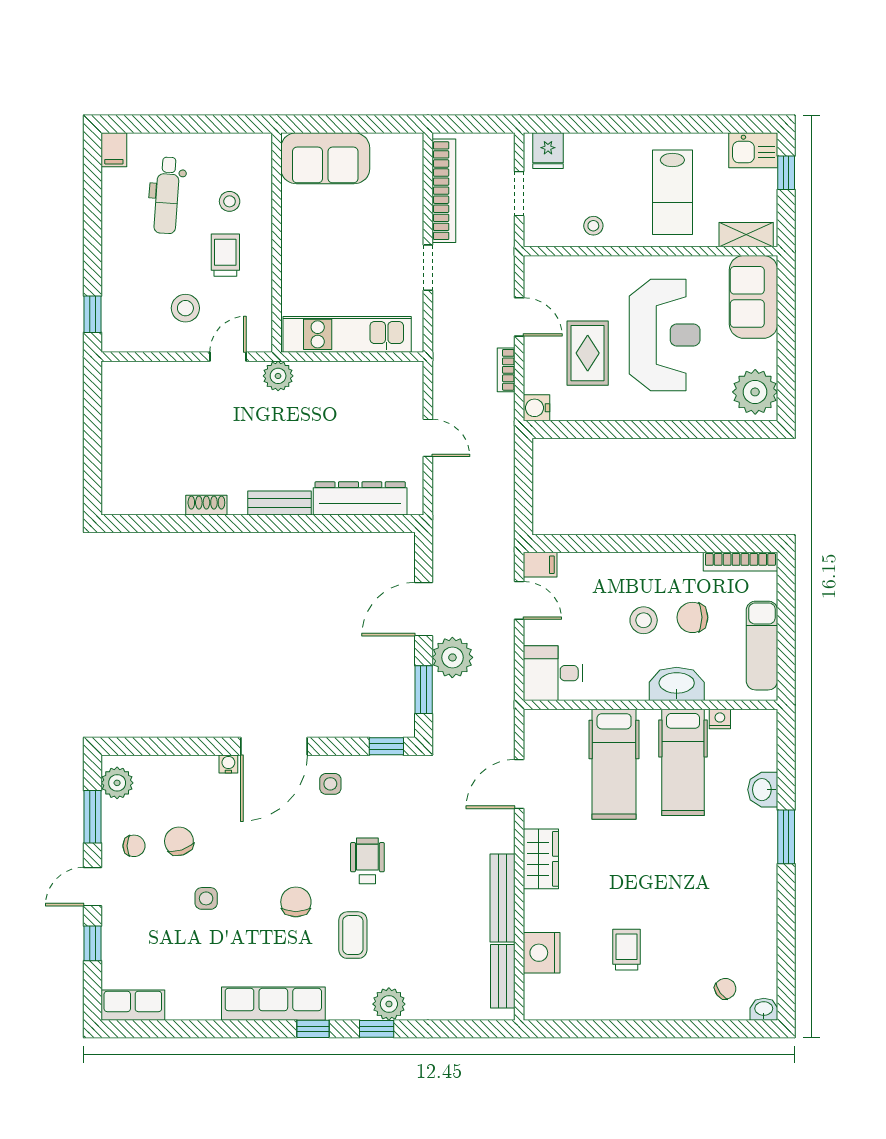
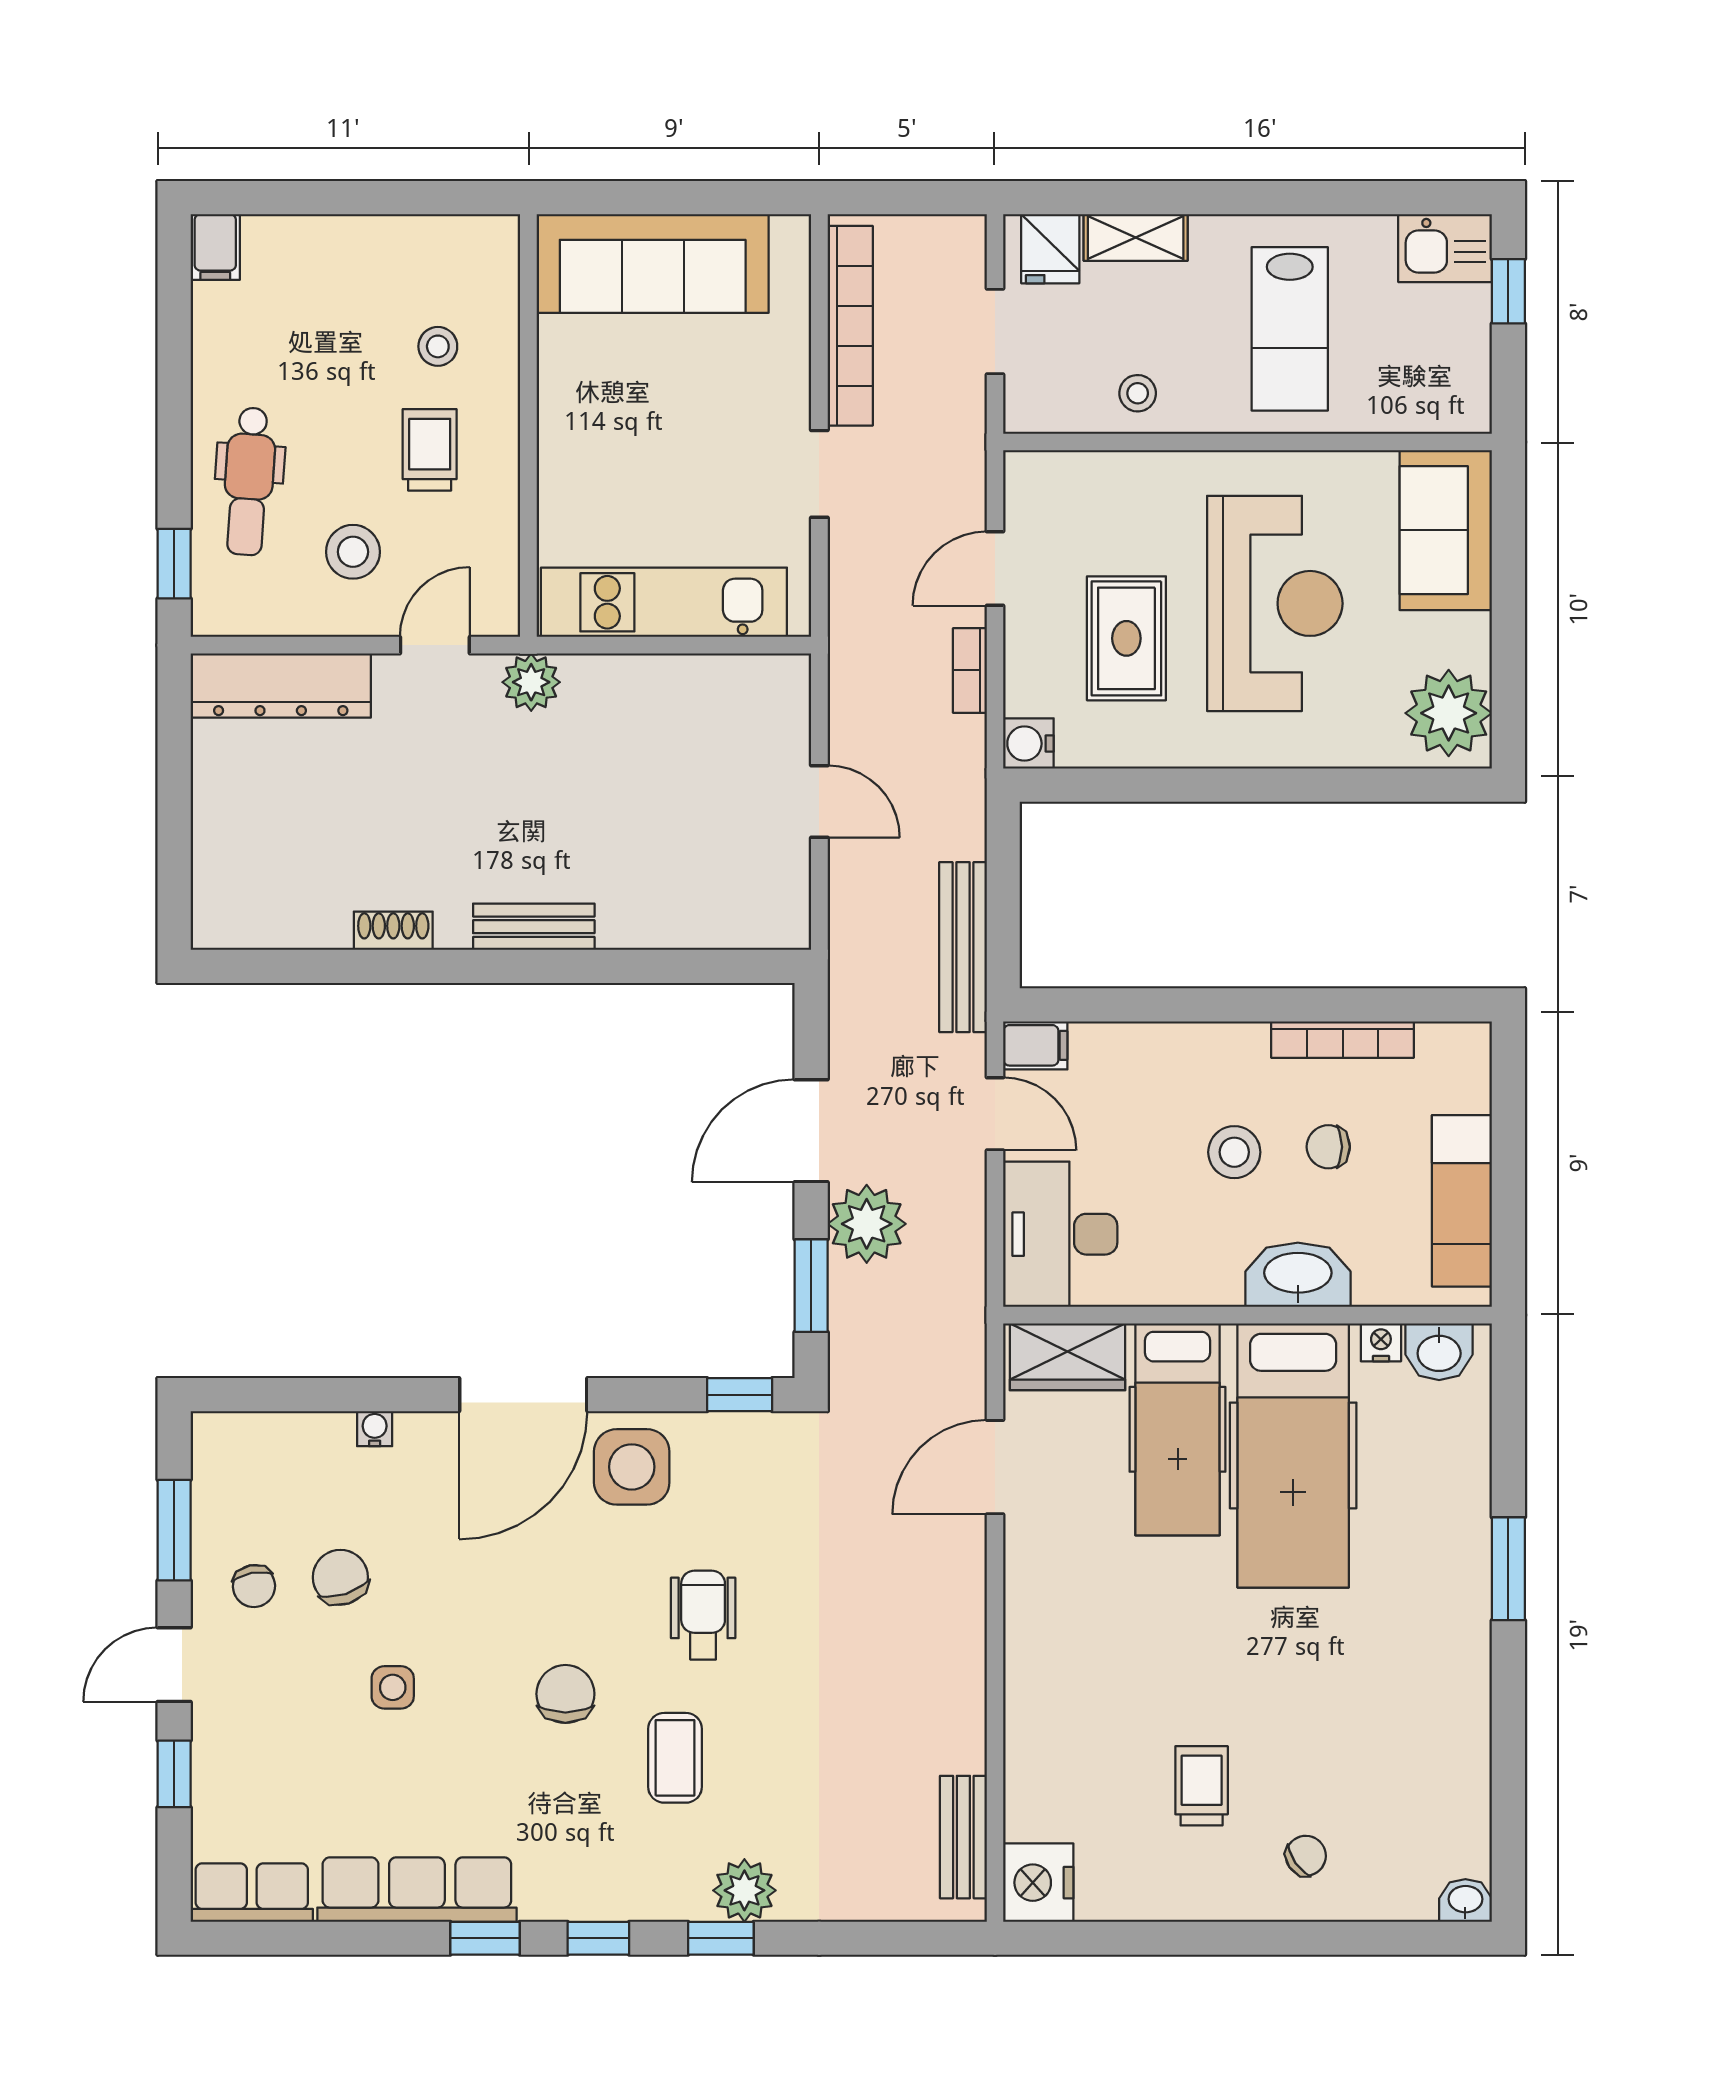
sofa: (325, 158) -> (653, 263), width x1.36
dental chair: (167, 195) -> (249, 481), moved
shelving: (746, 235) -> (1136, 238), moved
door: (519, 317) -> (995, 569), swing flipped
dresser: (360, 498) -> (281, 686), moved, turned 180
bookcase: (740, 562) -> (1343, 1040), moved
chair: (692, 617) -> (1328, 1147), width x0.73, depth x0.73
desk: (553, 673) -> (1060, 1234), width x1.37
hospital bed: (683, 762) -> (1293, 1455), width x1.37, depth x1.29
water cooler: (228, 764) -> (375, 1429), moved
plant: (117, 783) -> (221, 1465), removed
side table: (330, 784) -> (632, 1467), width x1.87, depth x1.87
washbasin: (763, 790) -> (1439, 1352), moved, turned -90
chair: (134, 846) -> (254, 1586), turned 79
wardrobe: (541, 859) -> (1068, 1357), moved, turned 90
bench: (503, 898) -> (963, 947), moved
nightstand: (542, 953) -> (1038, 1883), moved
chair: (725, 989) -> (1306, 1856), moved
row of seats: (273, 1004) -> (417, 1890), moved
window: (254, 1029) -> (485, 1938), added

